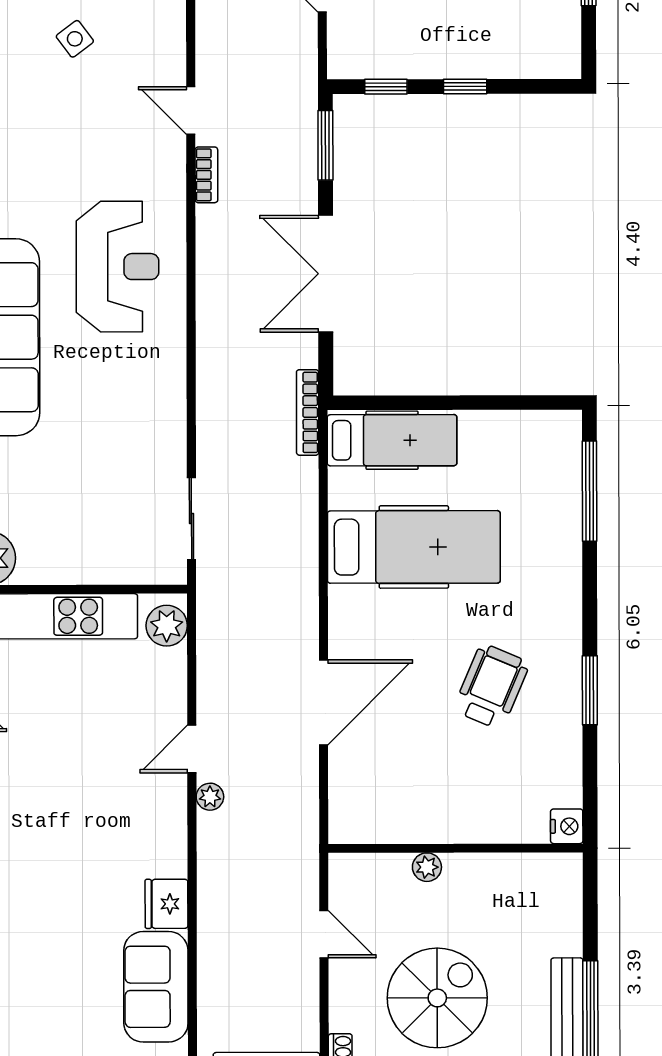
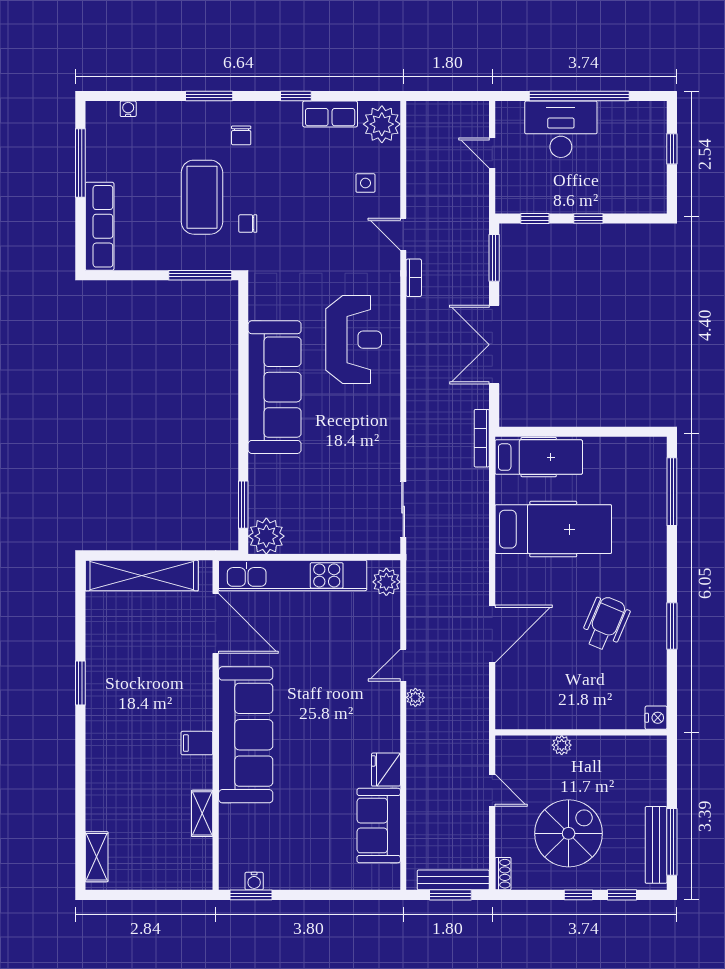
side table: (75, 39) -> (365, 183), moved, turned 37

